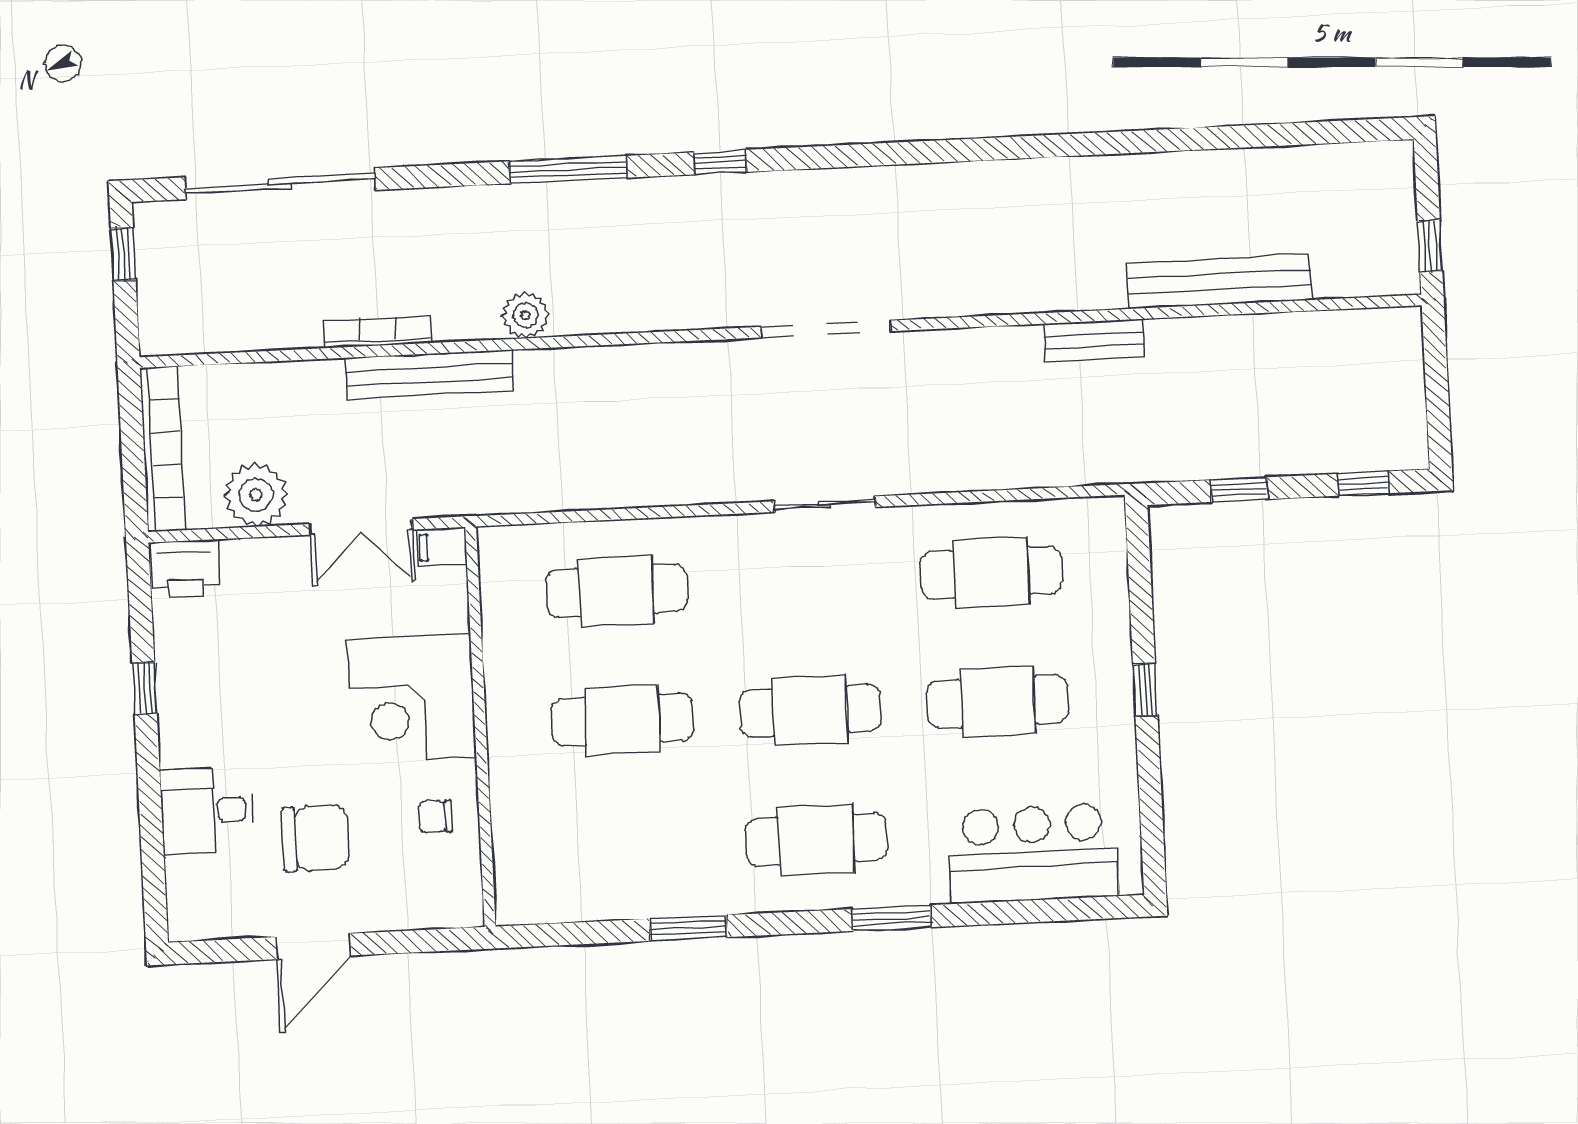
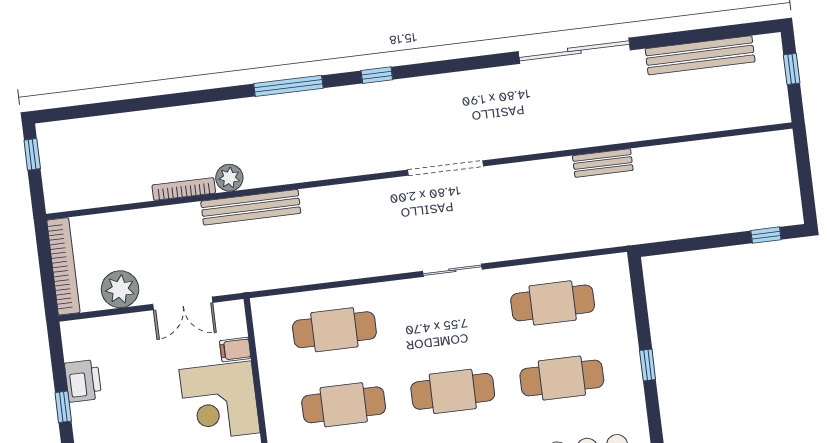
sliding door: (280, 184) -> (574, 51), moved
window: (1430, 246) -> (792, 69), moved
bench: (1219, 282) -> (700, 55), moved
plant: (525, 315) -> (229, 178), moved
bench: (429, 374) -> (251, 207), moved
window: (1239, 490) -> (694, 244), removed
filing cabinet: (441, 547) -> (235, 350), moved
printer: (185, 569) -> (83, 381), moved, turned -90

